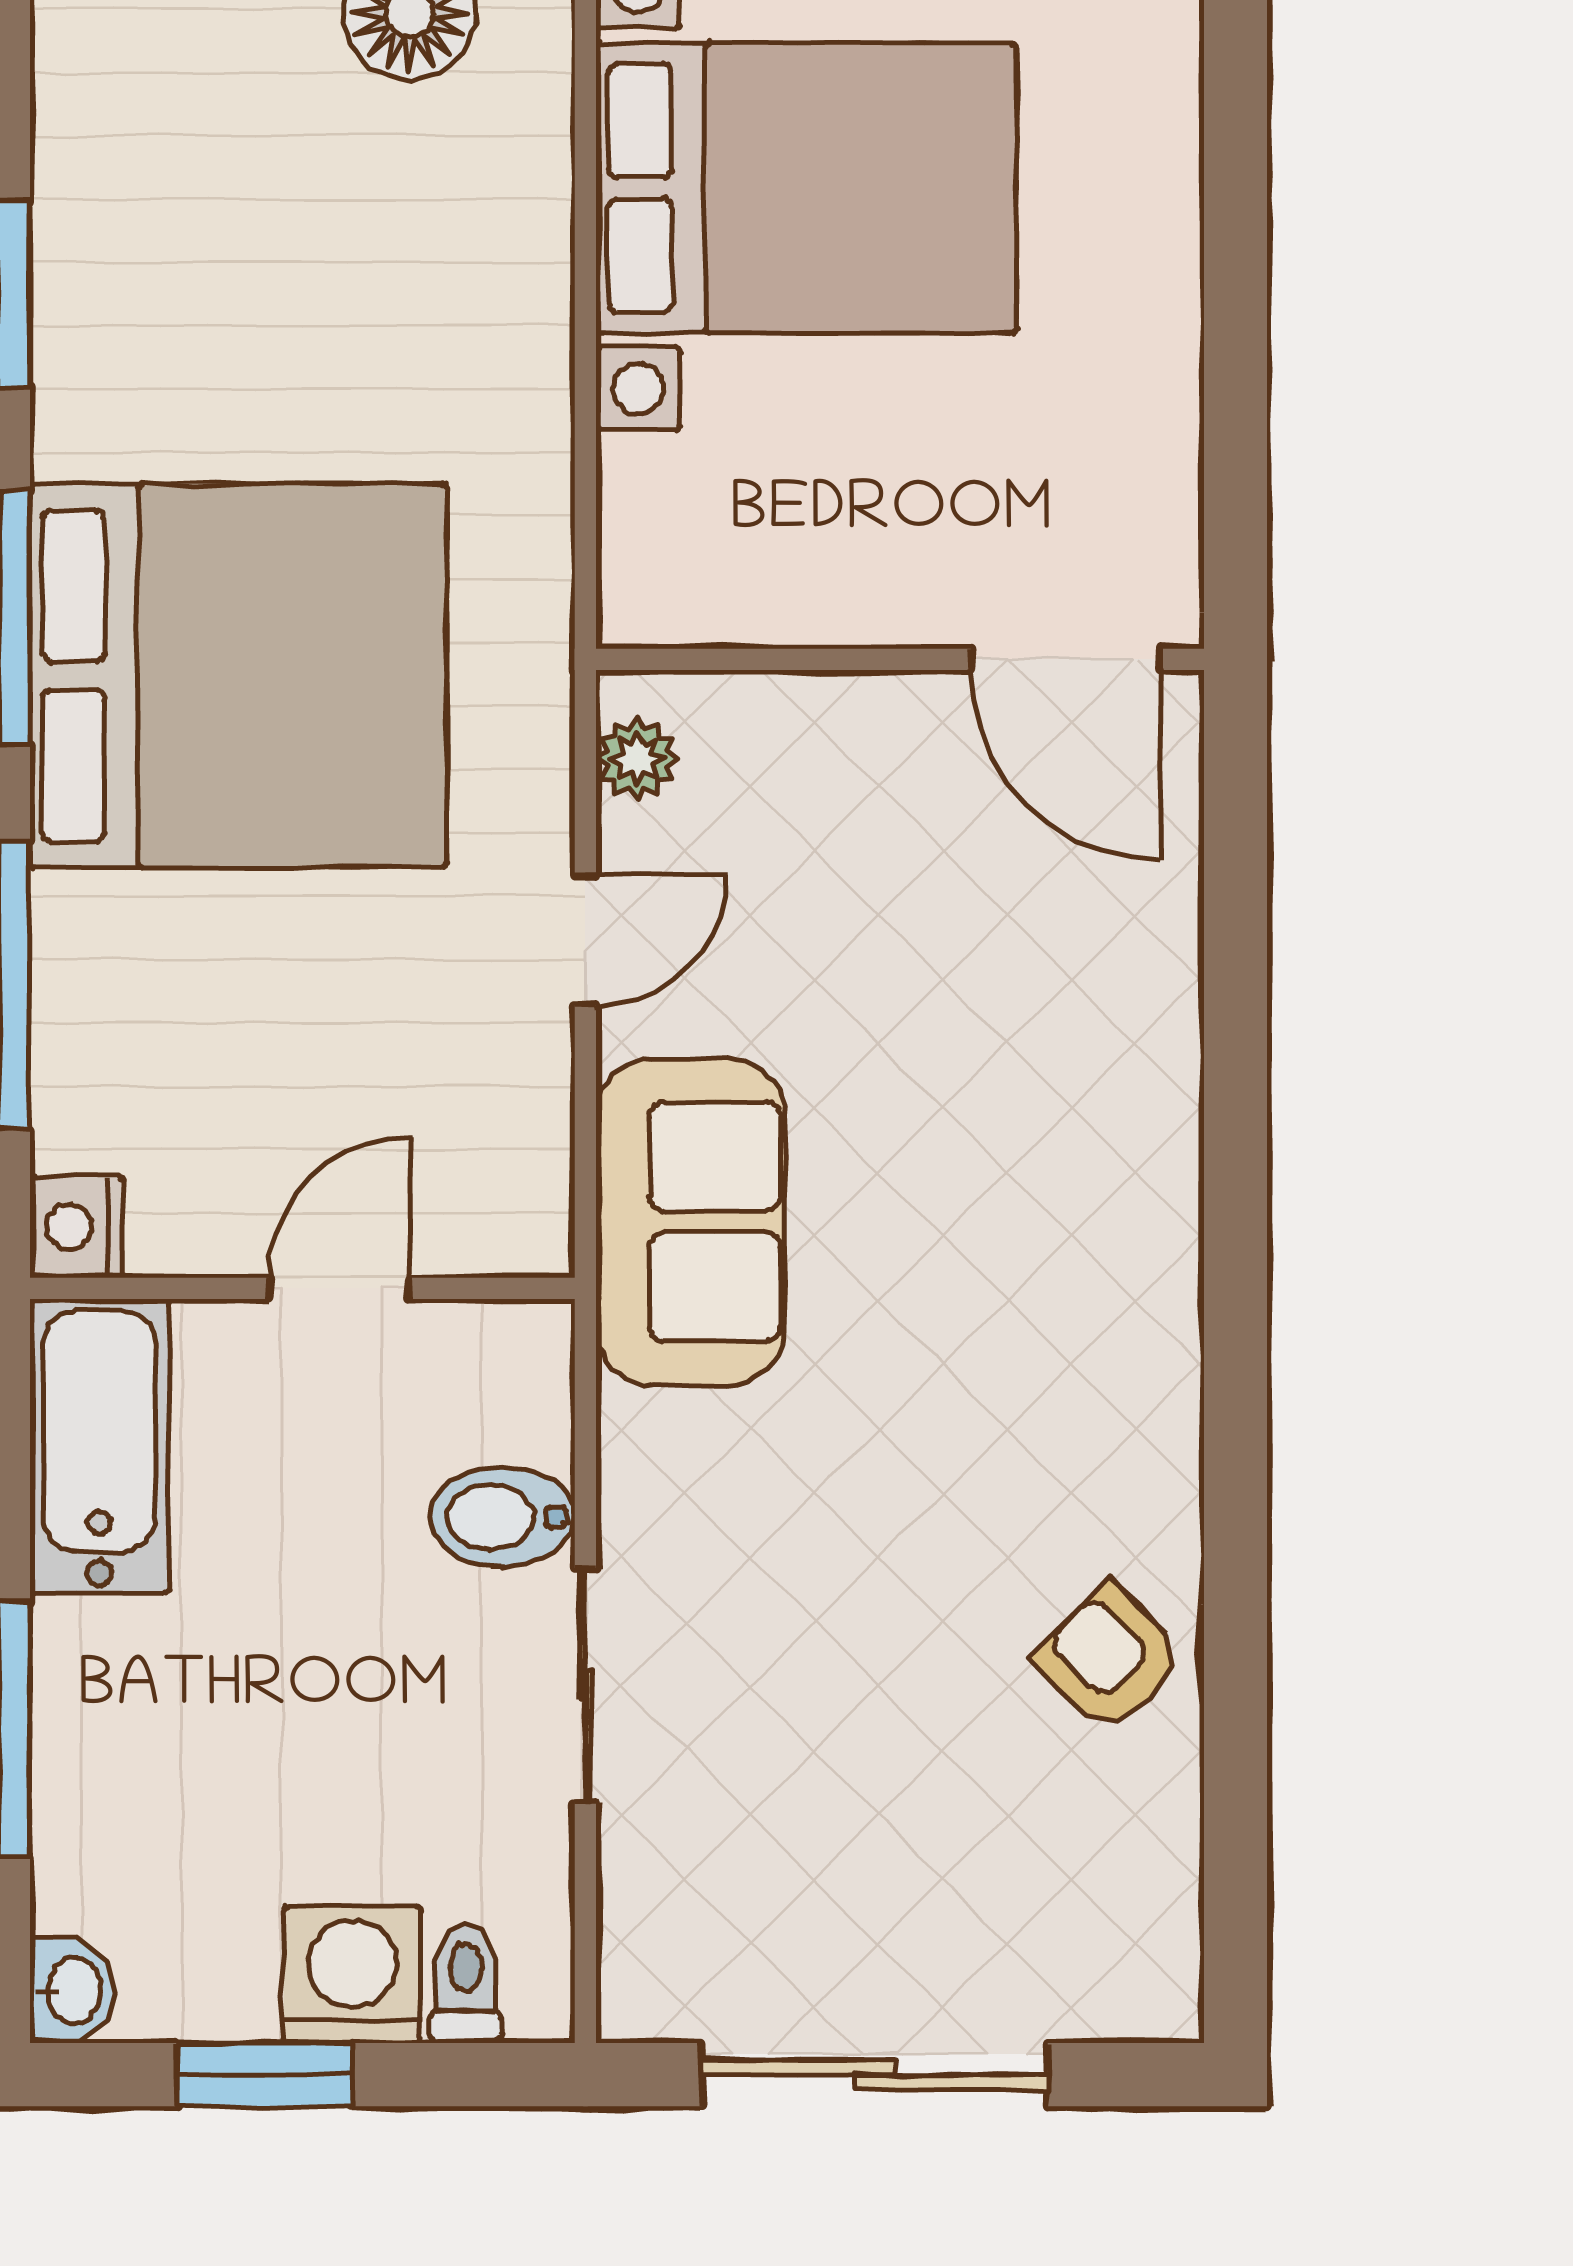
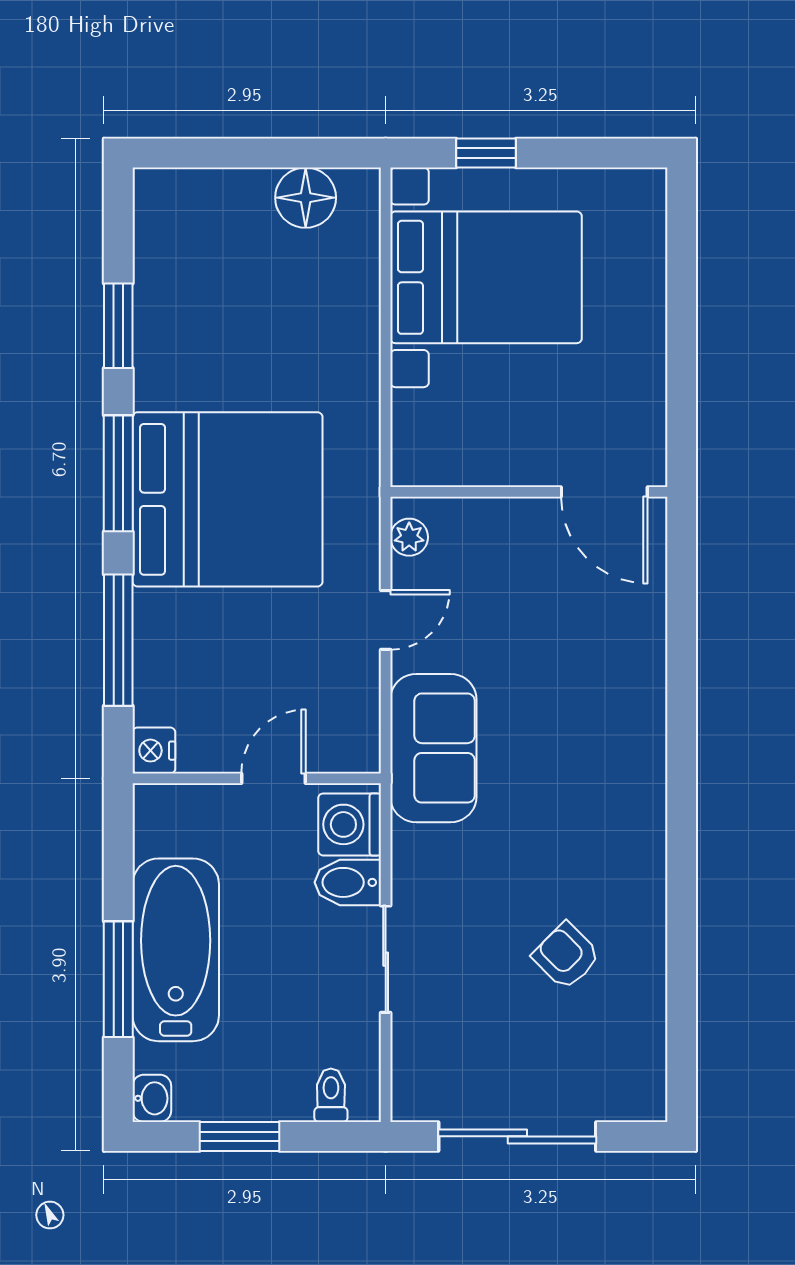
bathtub: (99, 1446) -> (176, 950), moved, width x1.36, depth x1.36
armchair: (1110, 1658) -> (566, 956), moved
washing machine: (352, 1975) -> (350, 824), moved, turned -90

